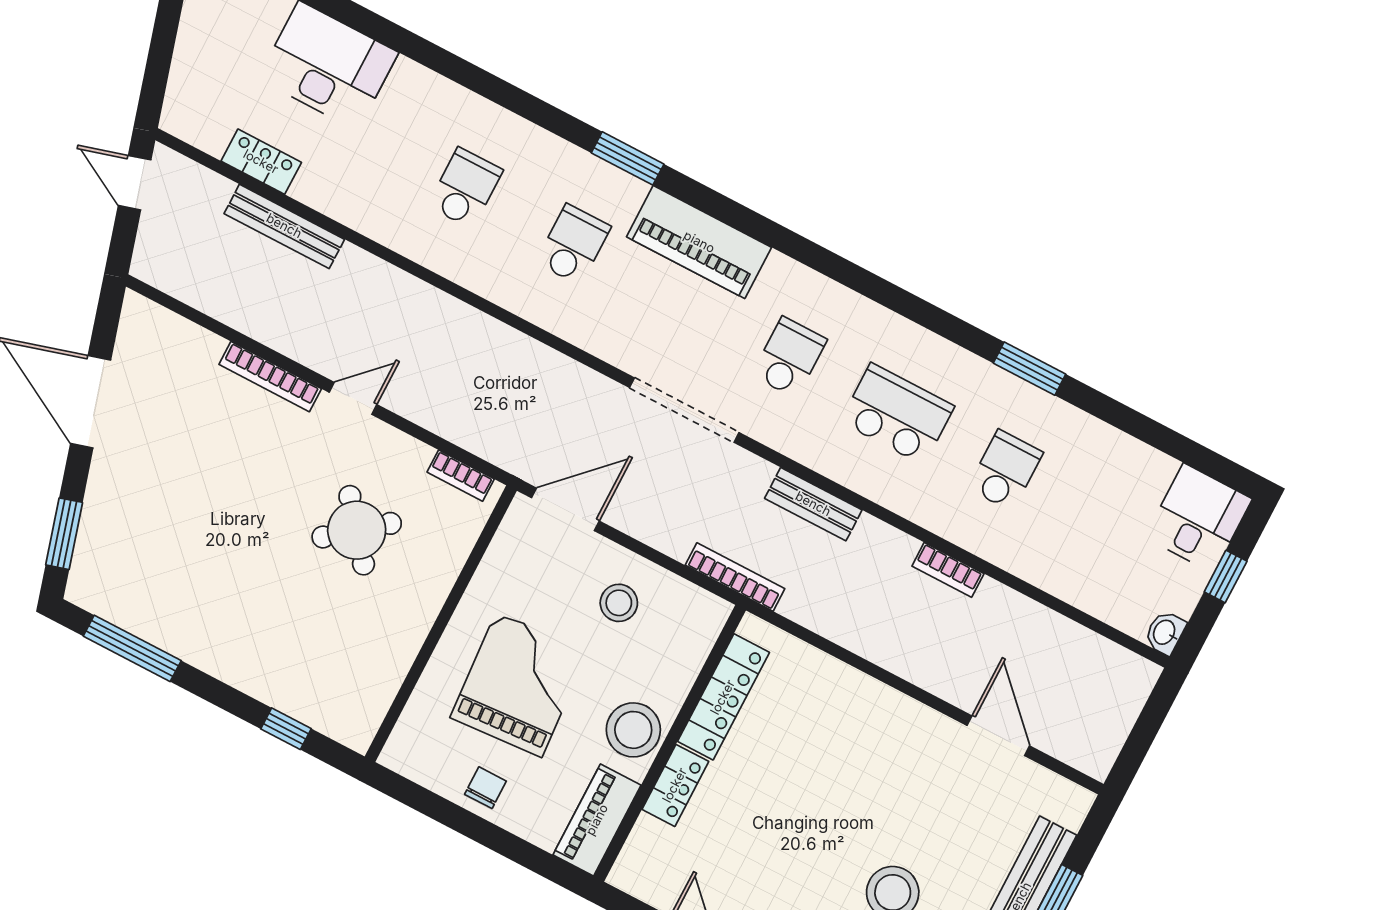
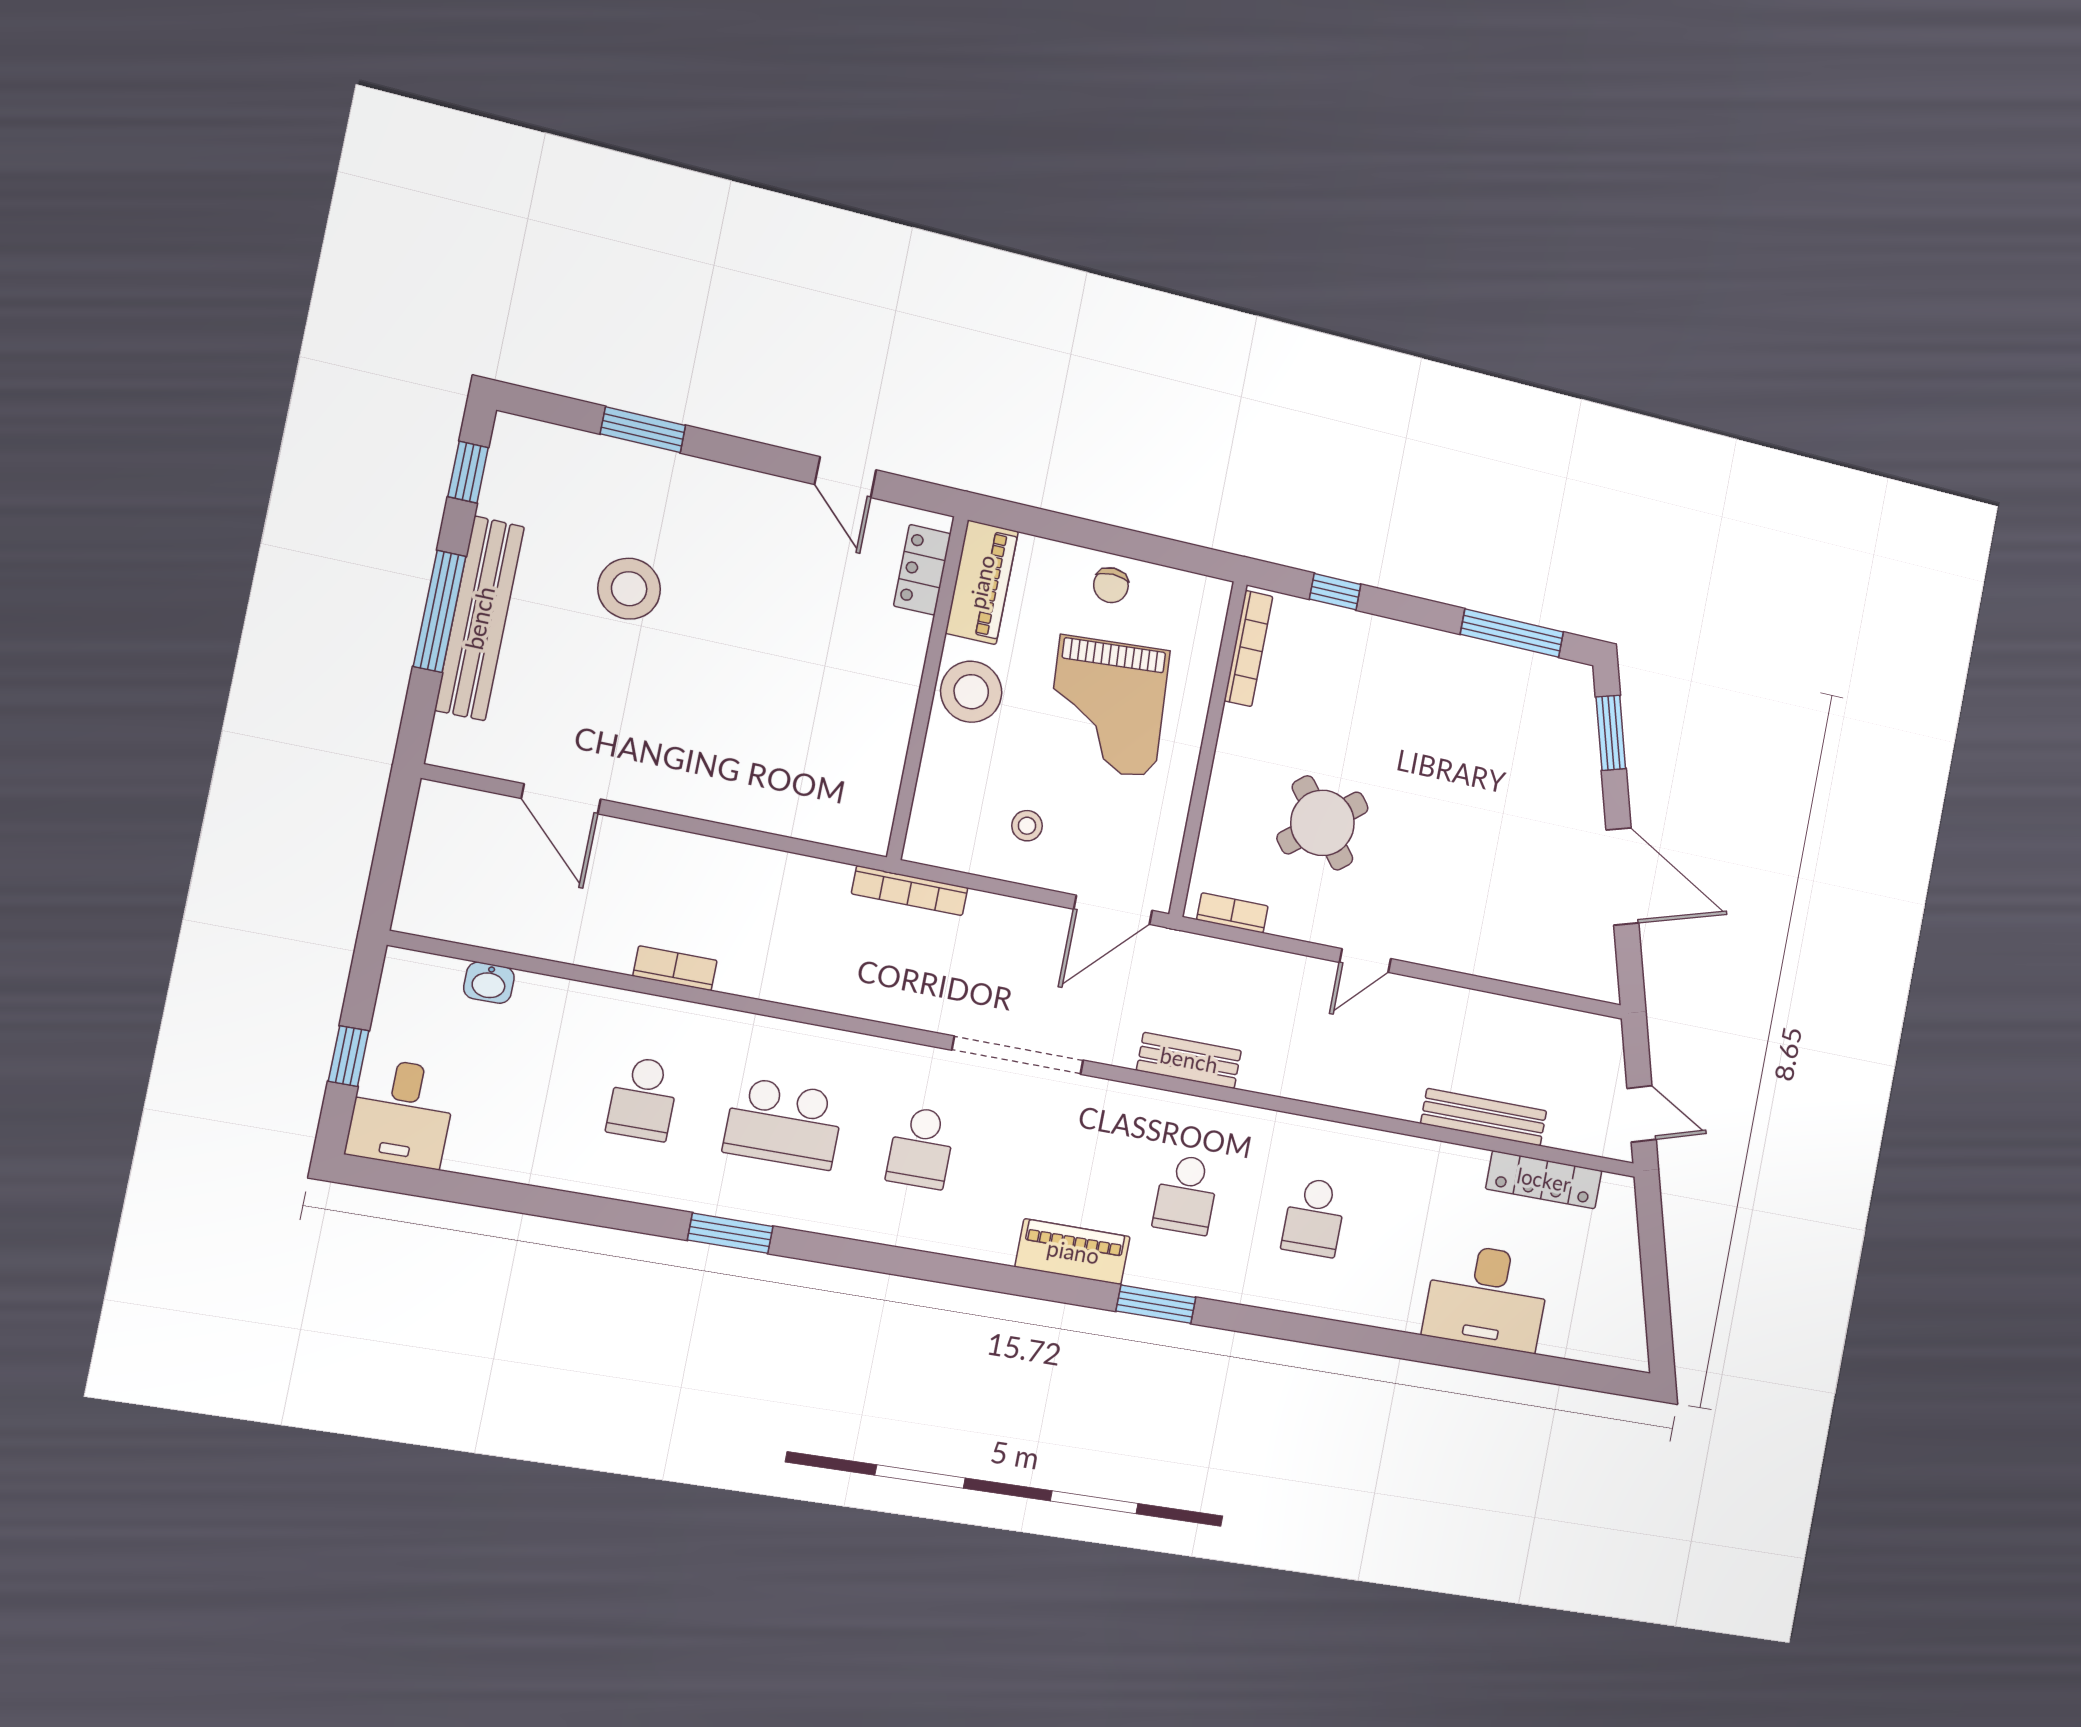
locker: (261, 162) -> (1544, 1180), width x1.53
piano: (699, 242) -> (1073, 1252), width x0.73, depth x0.75
window: (1030, 369) -> (730, 1233), moved
bookcase: (270, 377) -> (1248, 649), moved, turned 90
bench: (813, 504) -> (1189, 1060), moved
stool: (619, 603) -> (1027, 826), width x0.73, depth x0.73
washbasin: (1165, 633) -> (489, 983), moved, turned 90
locker: (723, 697) -> (884, 755), removed
locker: (675, 785) -> (922, 570), moved

